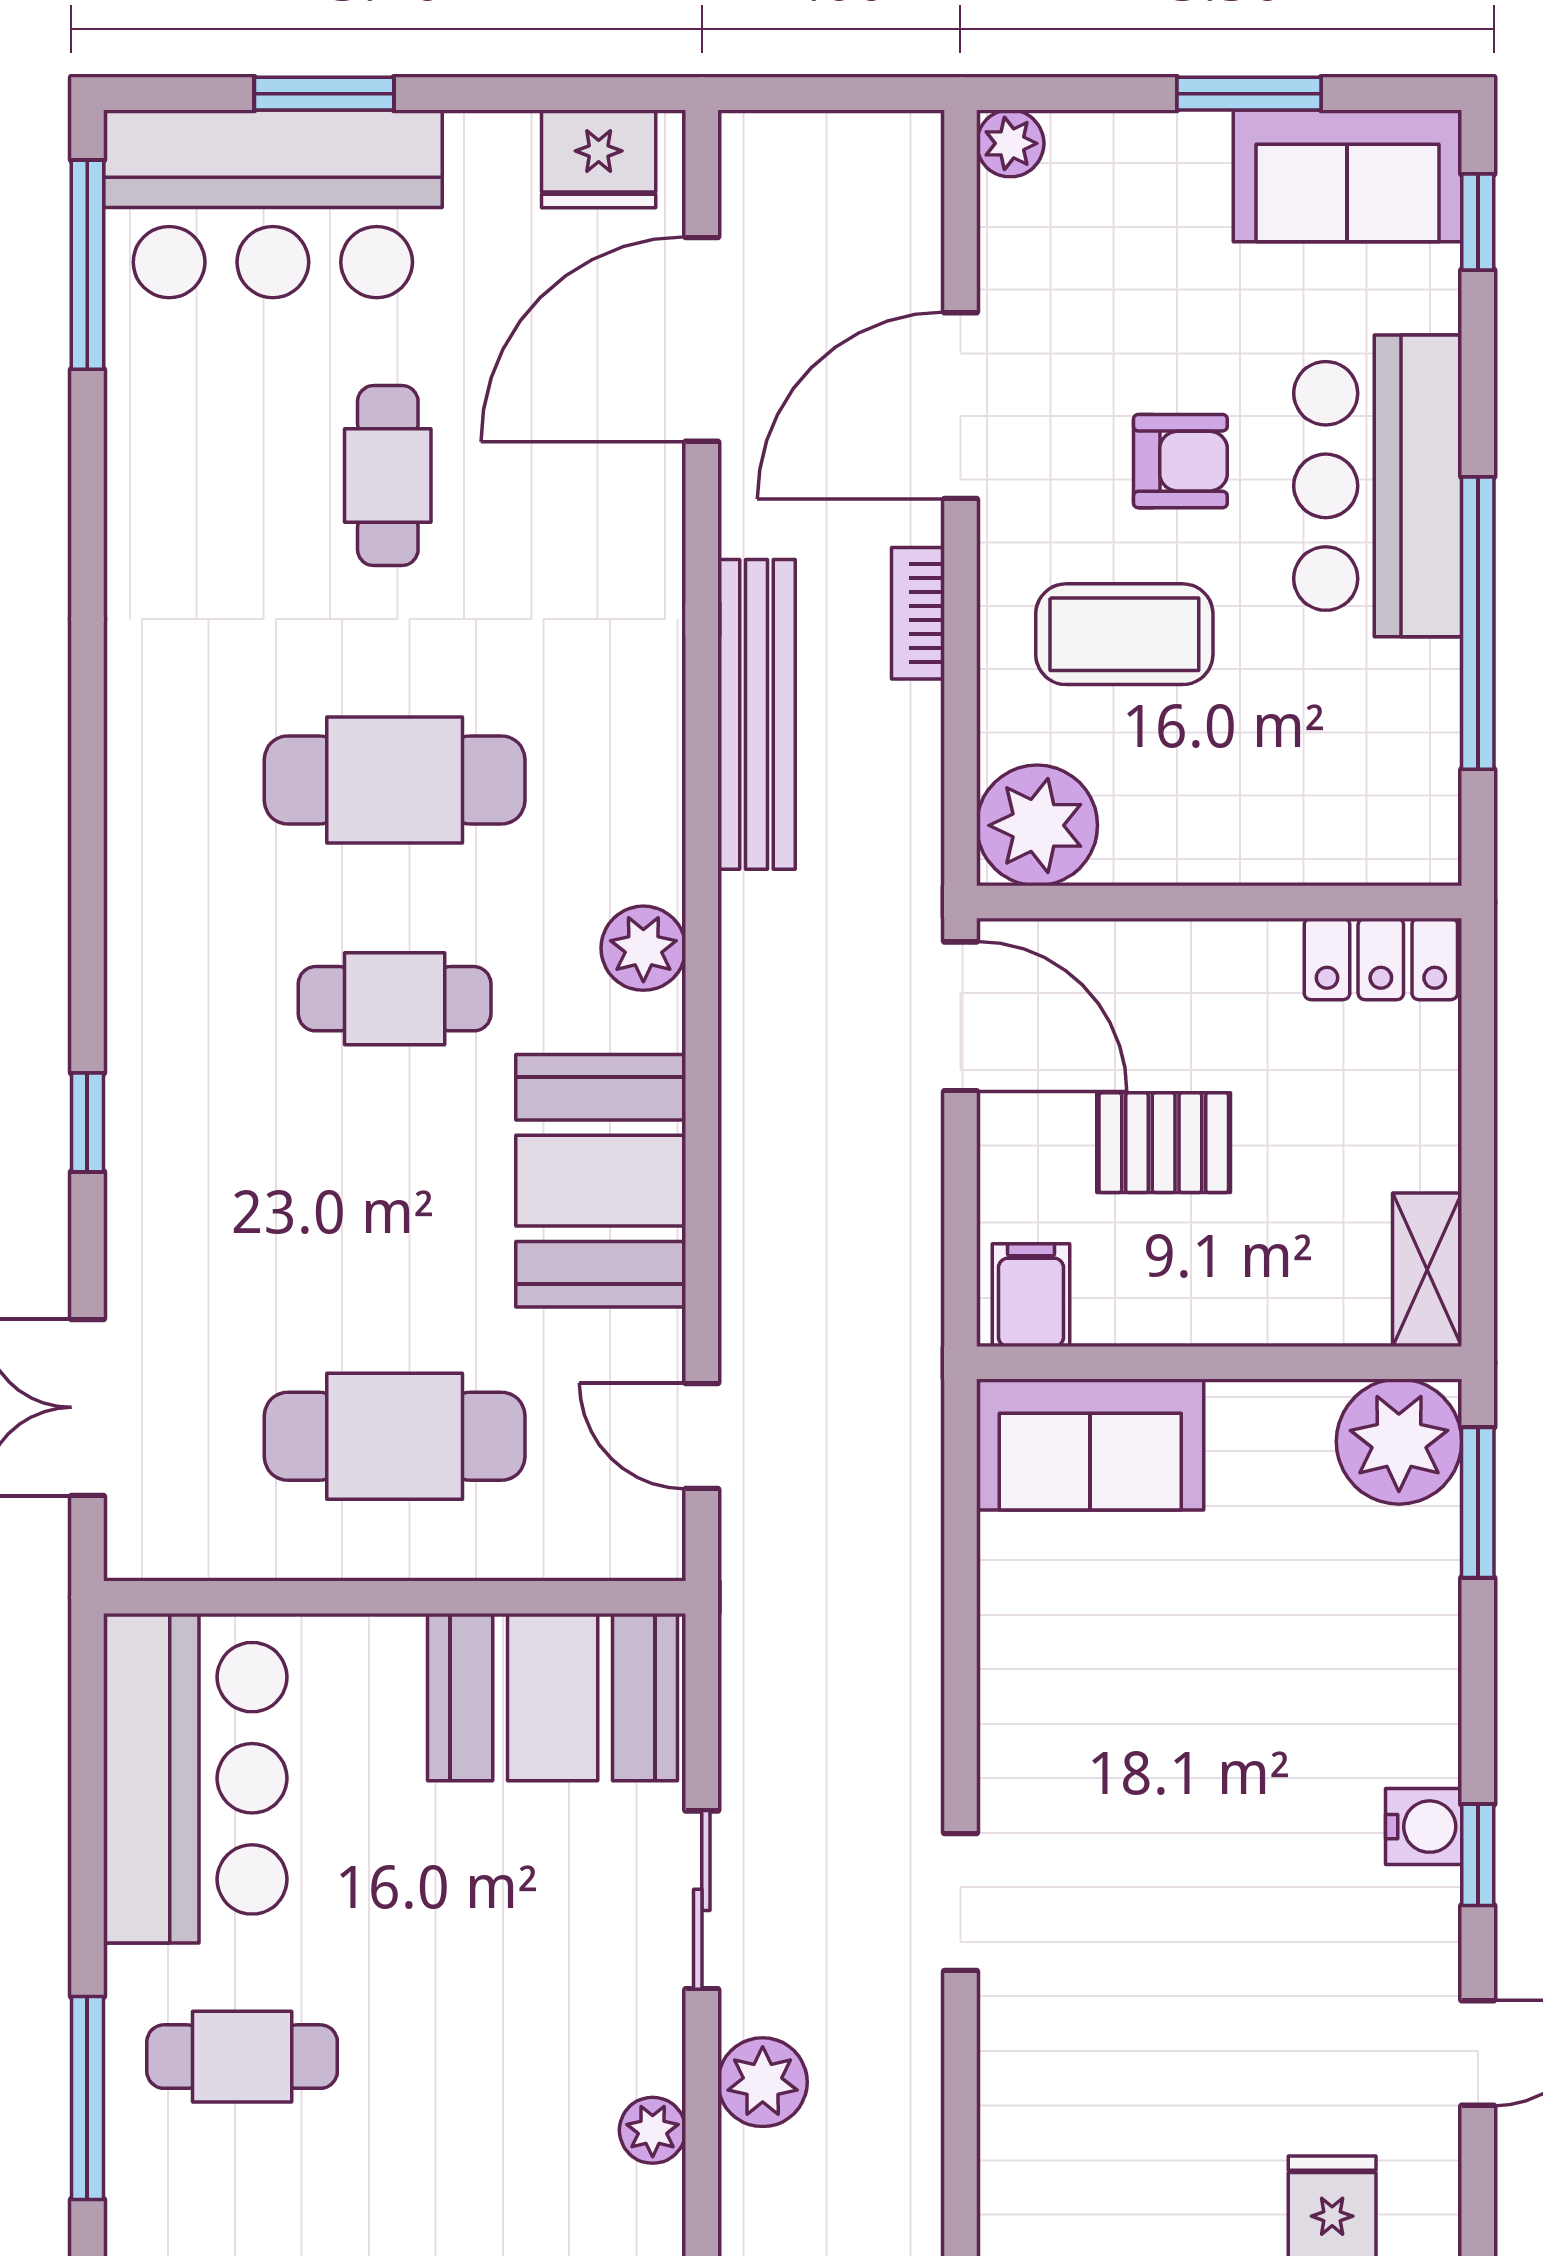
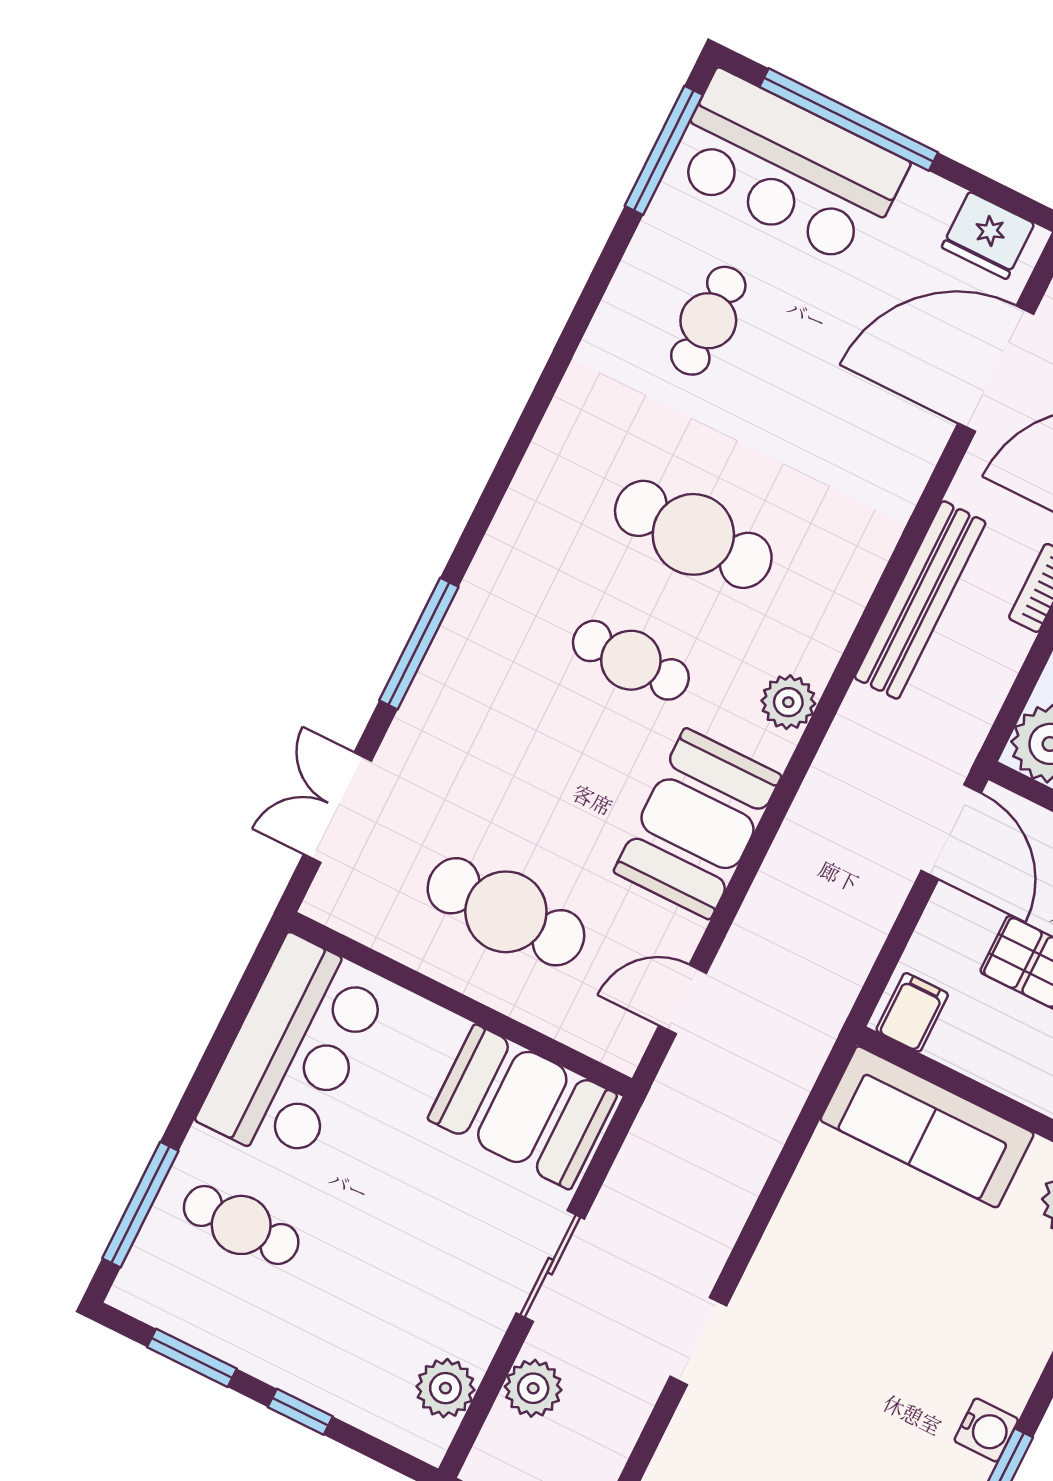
window: (324, 94) -> (849, 120), width x2.11
cafe table: (388, 476) -> (708, 321), moved
window: (87, 1122) -> (419, 644), width x2.17
door: (702, 1436) -> (683, 999), hinge flipped
sofa: (1090, 1445) -> (927, 1127), width x1.36
plant: (653, 2130) -> (445, 1388), width x1.38, depth x1.38

